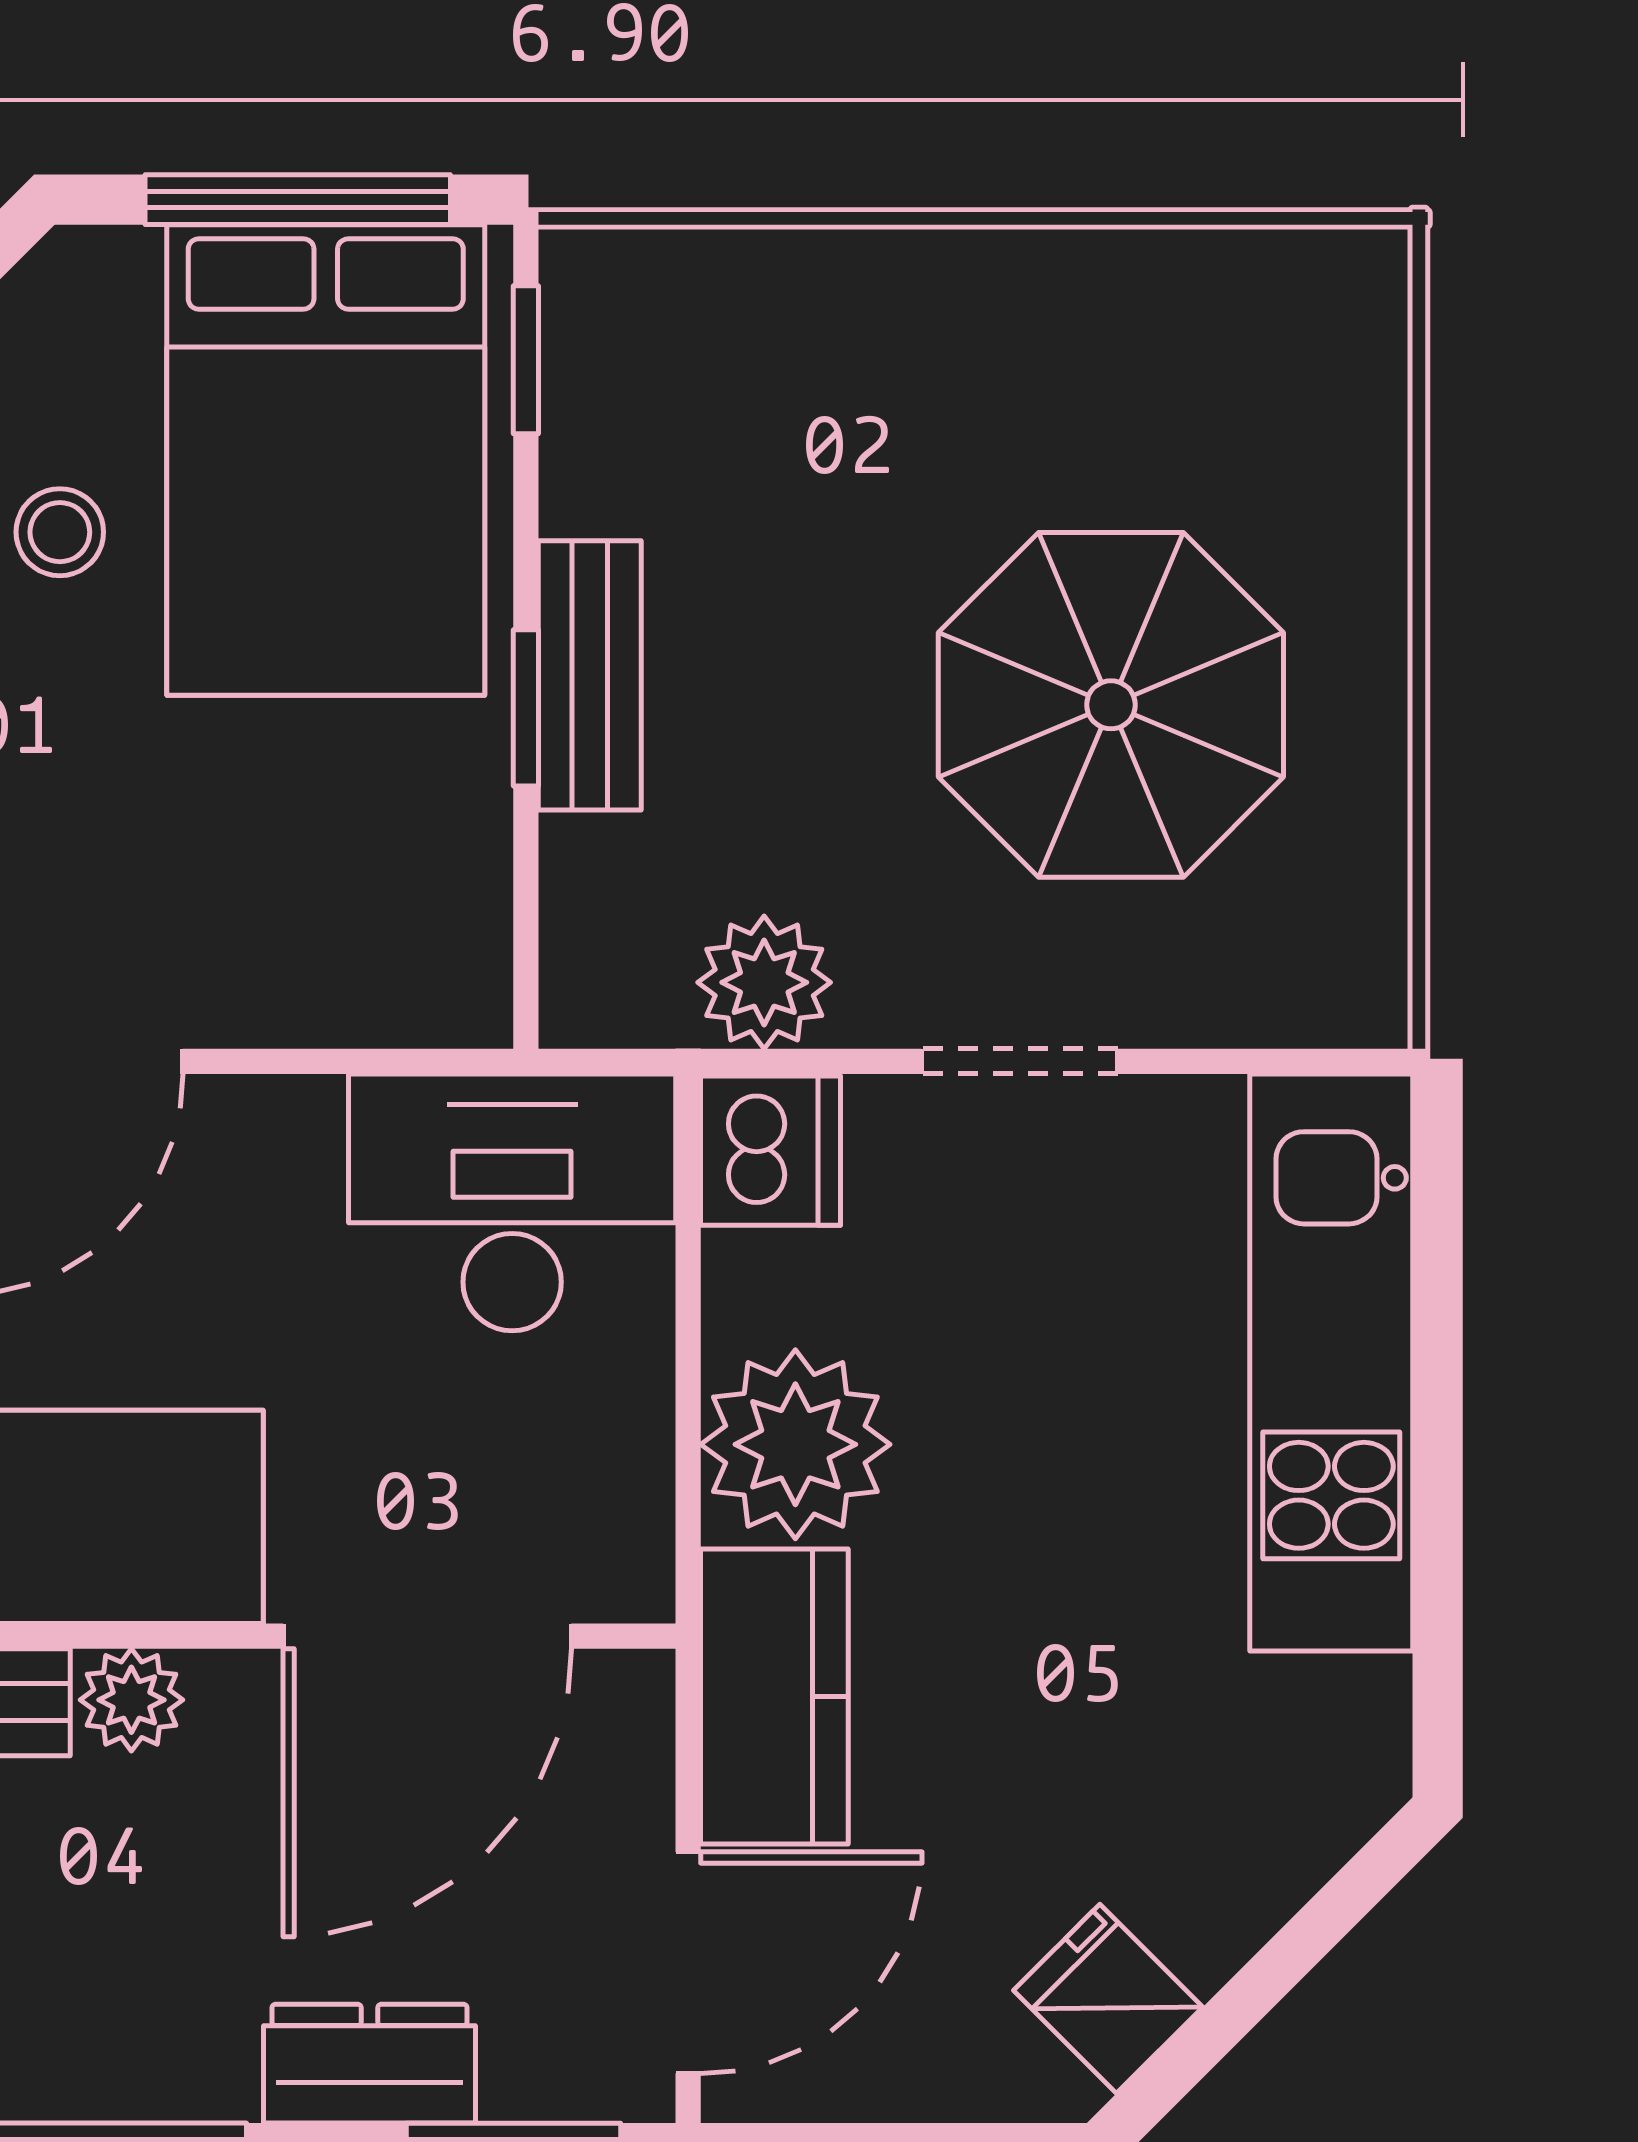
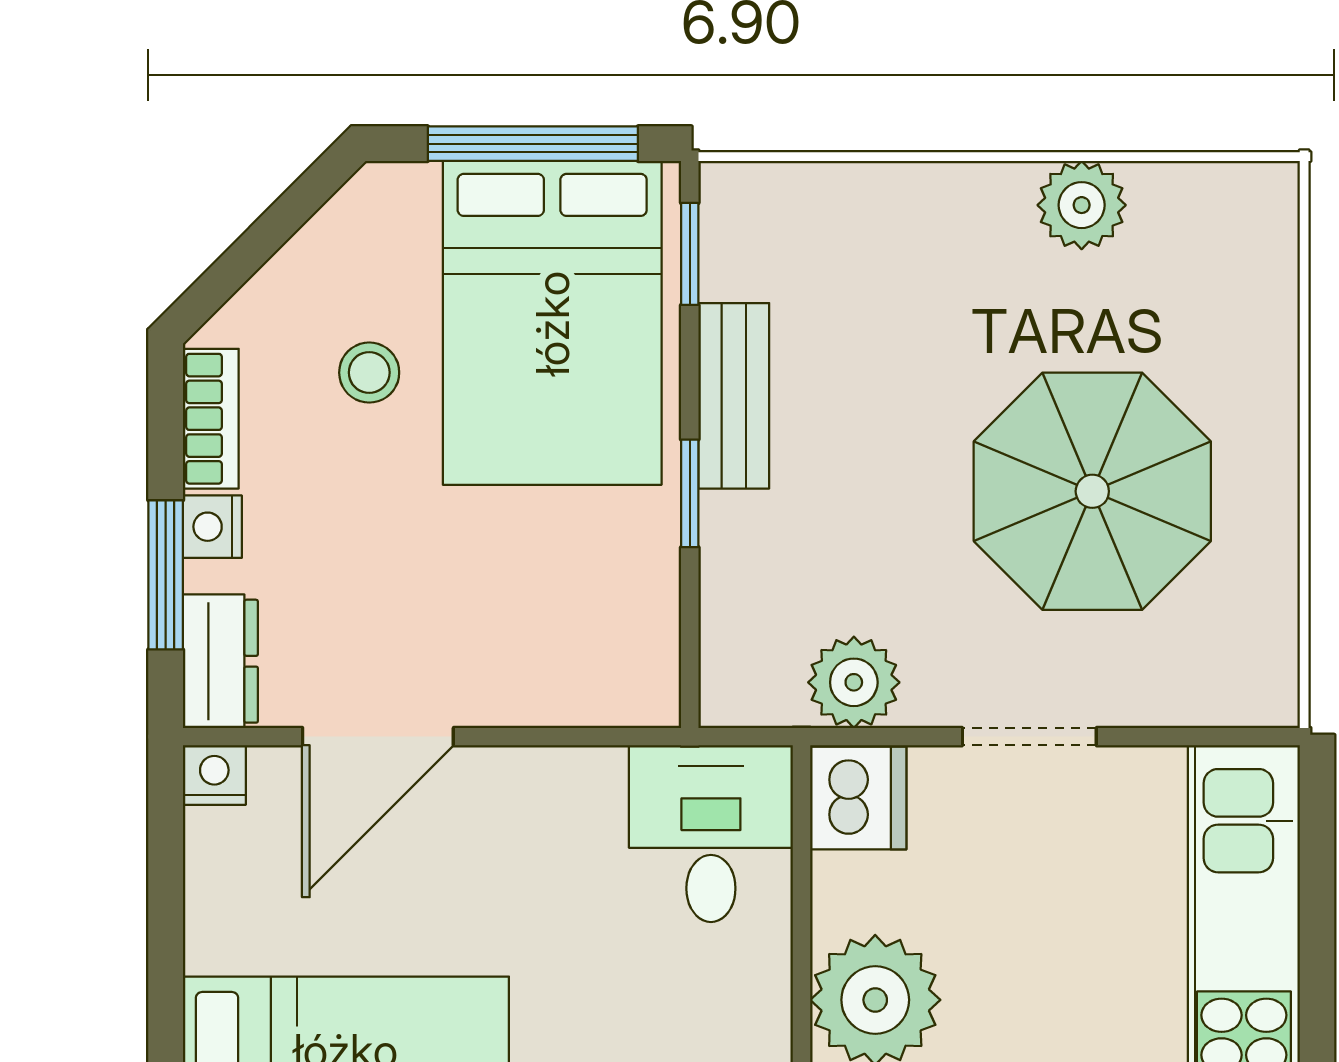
plant: (1095, 289) -> (1082, 205), added
bench: (590, 675) -> (734, 396), moved
desk: (512, 1202) -> (711, 834), width x0.73

